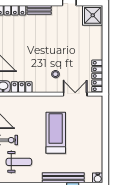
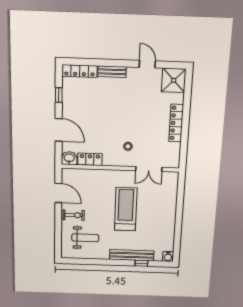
locker: (97, 76) -> (176, 123), moved
double door: (75, 94) -> (149, 169), swing flipped

